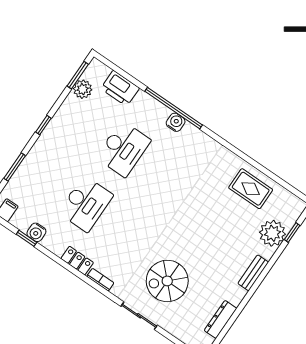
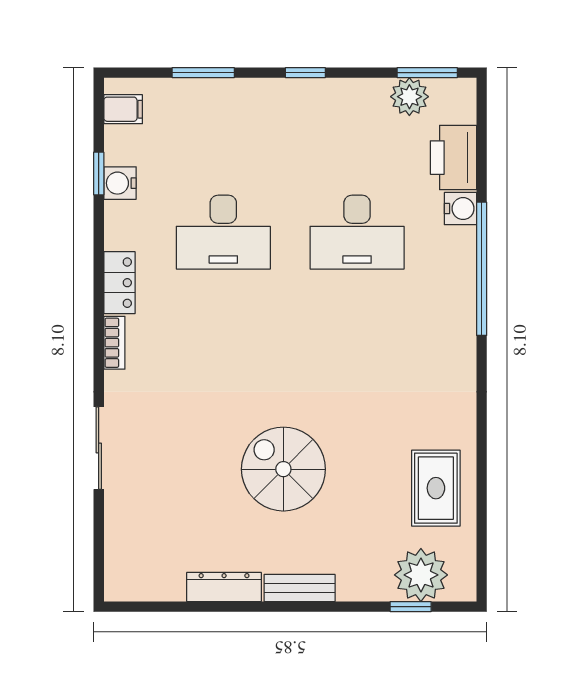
water cooler: (176, 122) -> (460, 209), moved
plant: (272, 233) -> (421, 575), moved
spiral stairs: (167, 281) -> (283, 469), moved
dresser: (221, 319) -> (224, 587), moved

